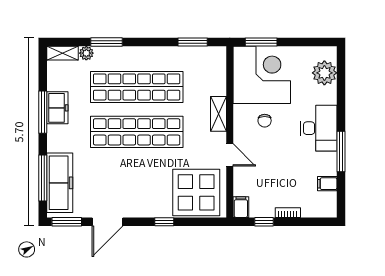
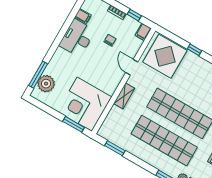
chair: (265, 121) -> (110, 40), moved
desk: (319, 128) -> (77, 38), moved
window: (341, 152) -> (38, 75), moved

